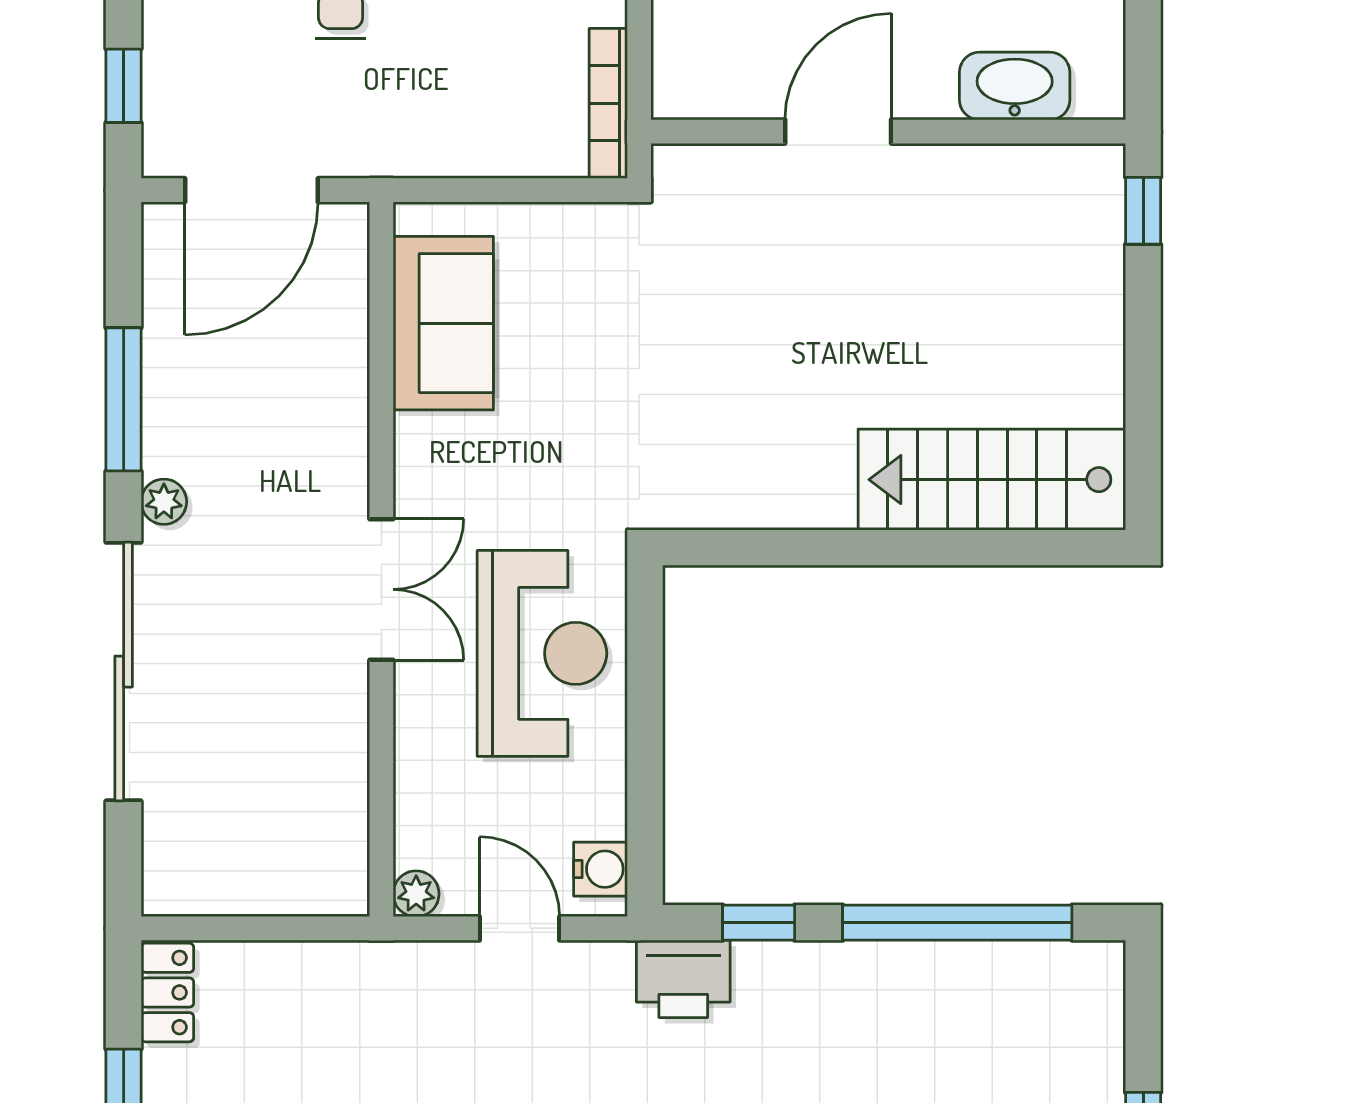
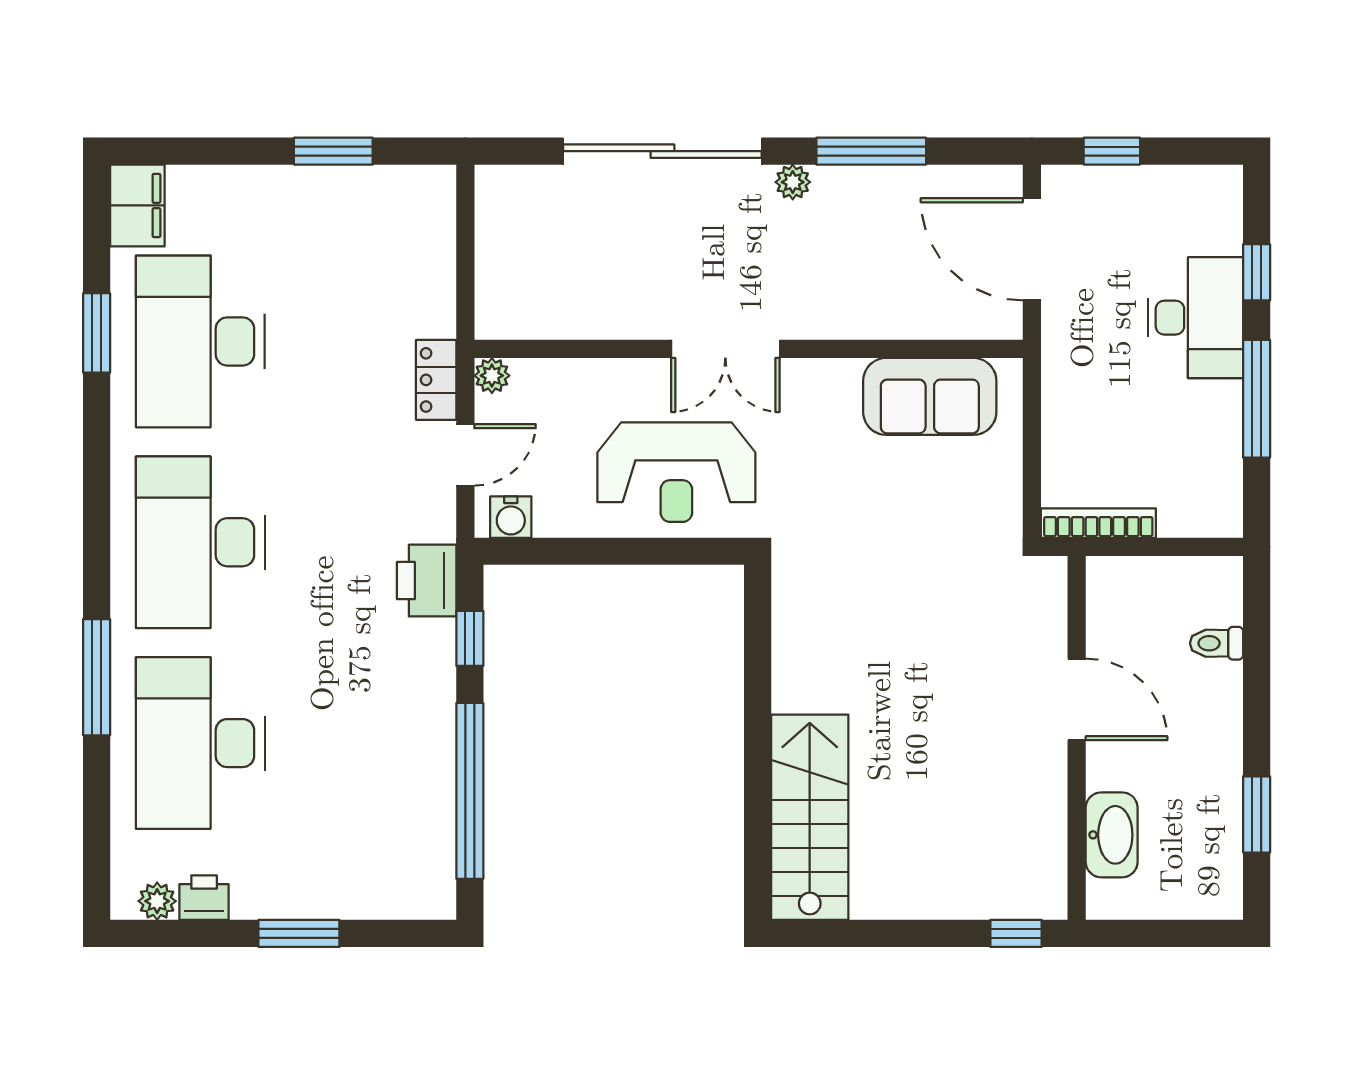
locker: (167, 992) -> (436, 380), moved, turned 90

